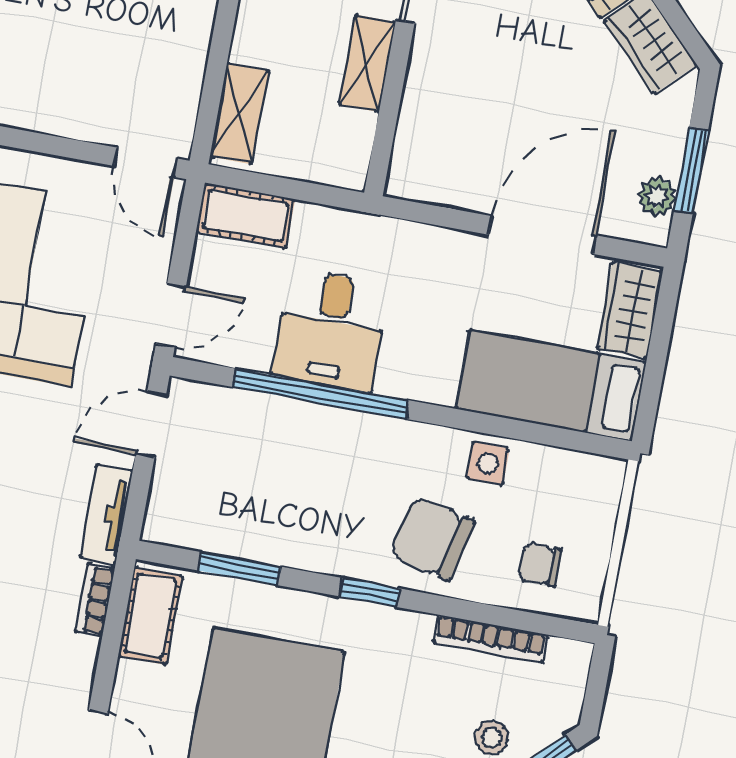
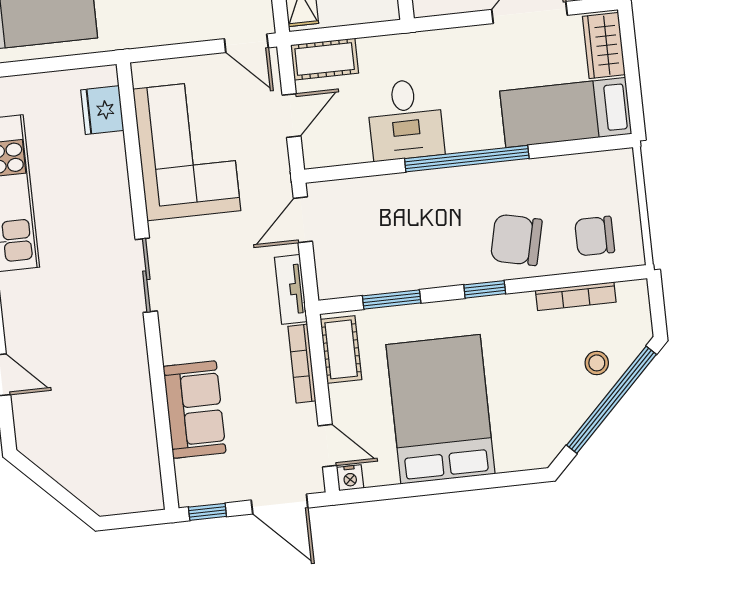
door: (171, 316) -> (291, 116), moved
window: (320, 394) -> (467, 159), moved
side table: (488, 463) -> (539, 178), removed
chair: (540, 565) -> (595, 236), width x1.37, depth x1.37
bookcase: (95, 600) -> (302, 364), width x1.56

